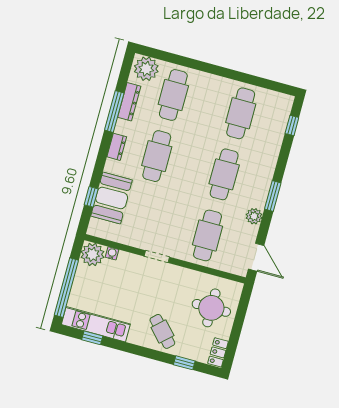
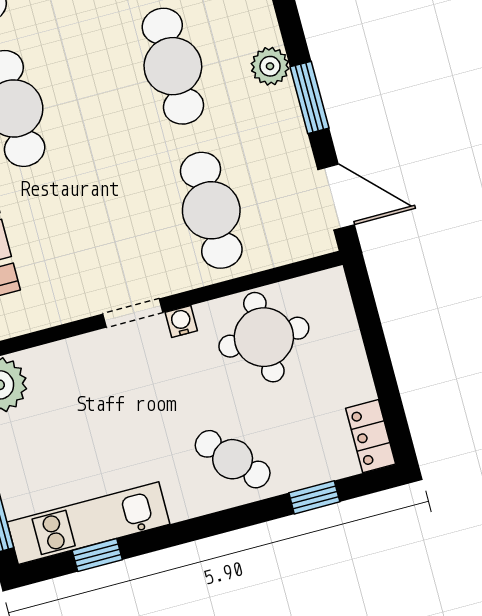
window: (273, 196) -> (310, 97), moved
plant: (254, 216) -> (270, 66), moved
water cooler: (112, 253) -> (181, 321), moved
round table: (211, 308) -> (264, 337), moved

